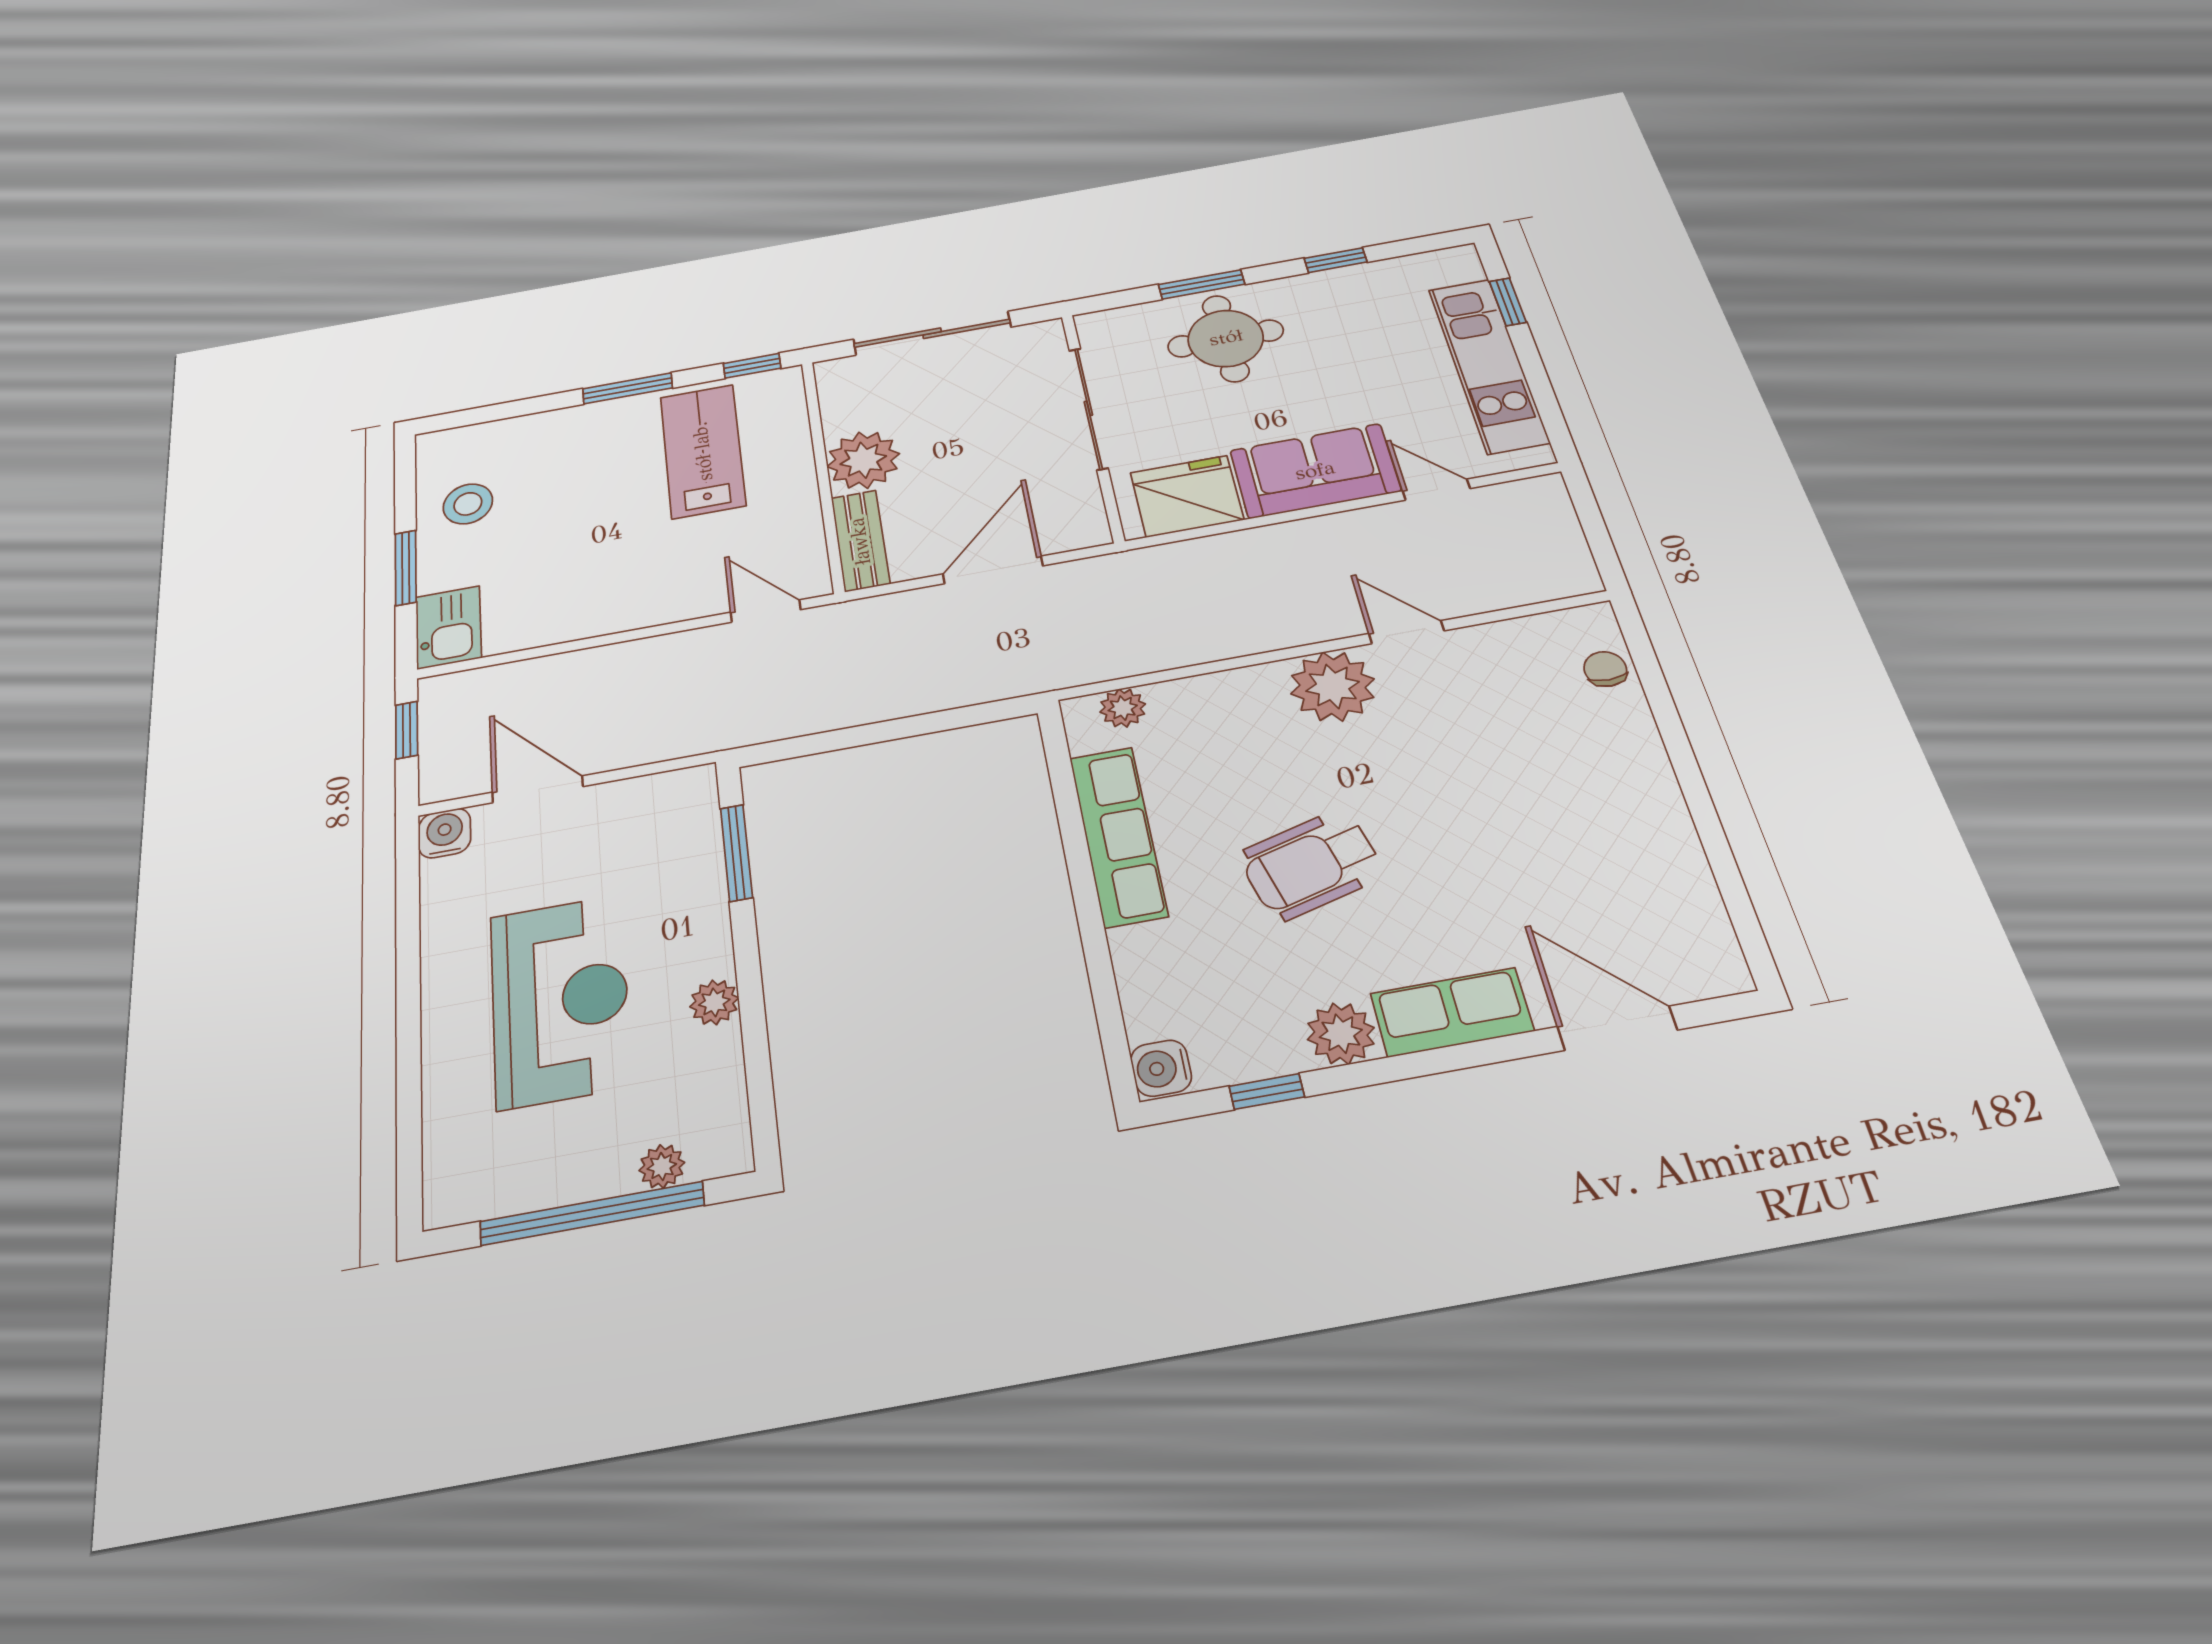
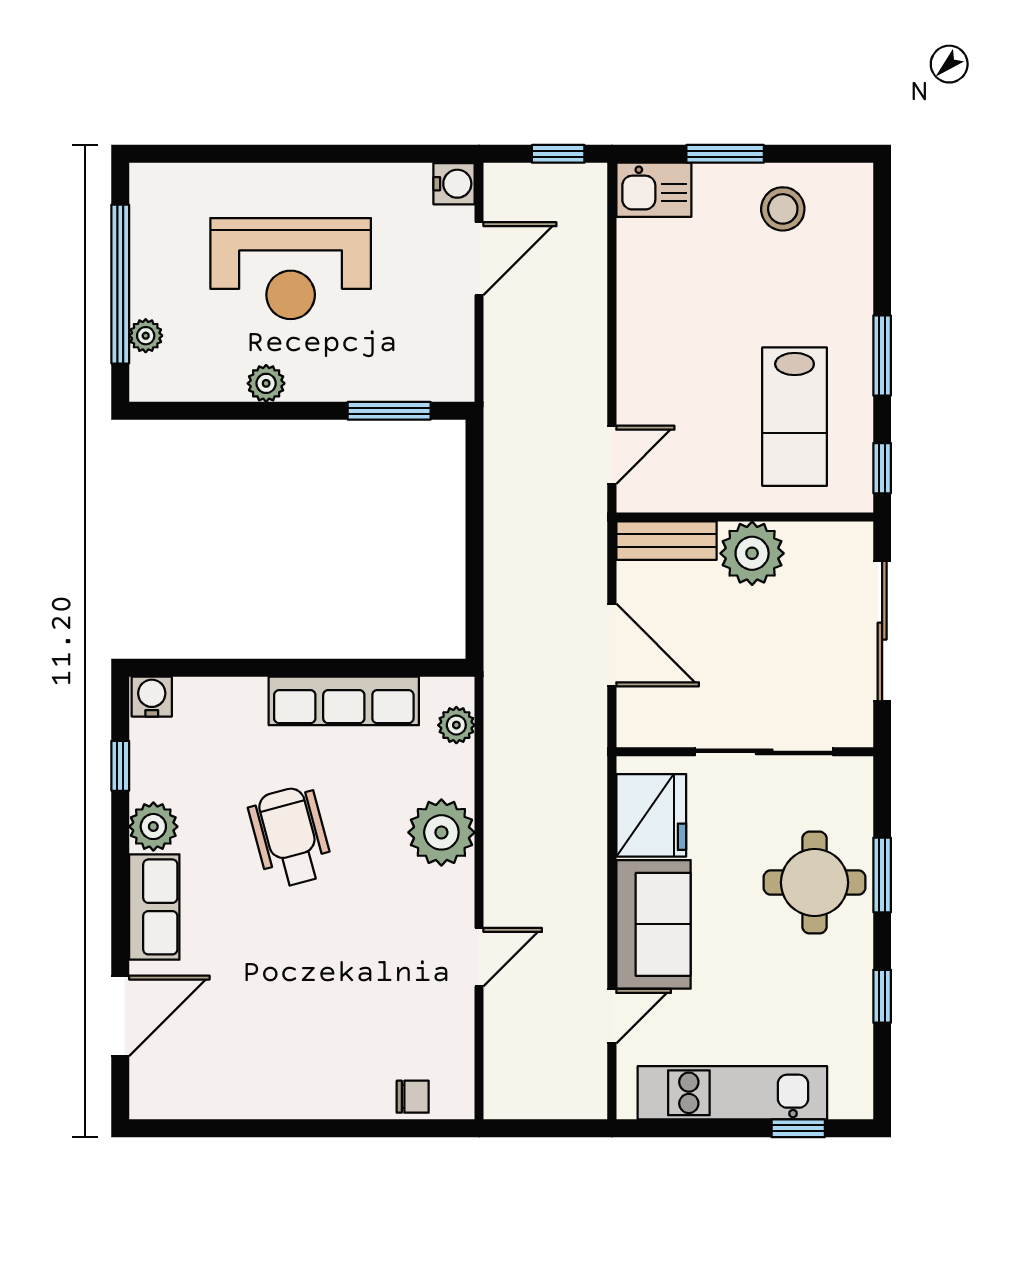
lab bench: (703, 451) -> (795, 417), turned 90
plant: (1333, 686) -> (441, 832), moved

